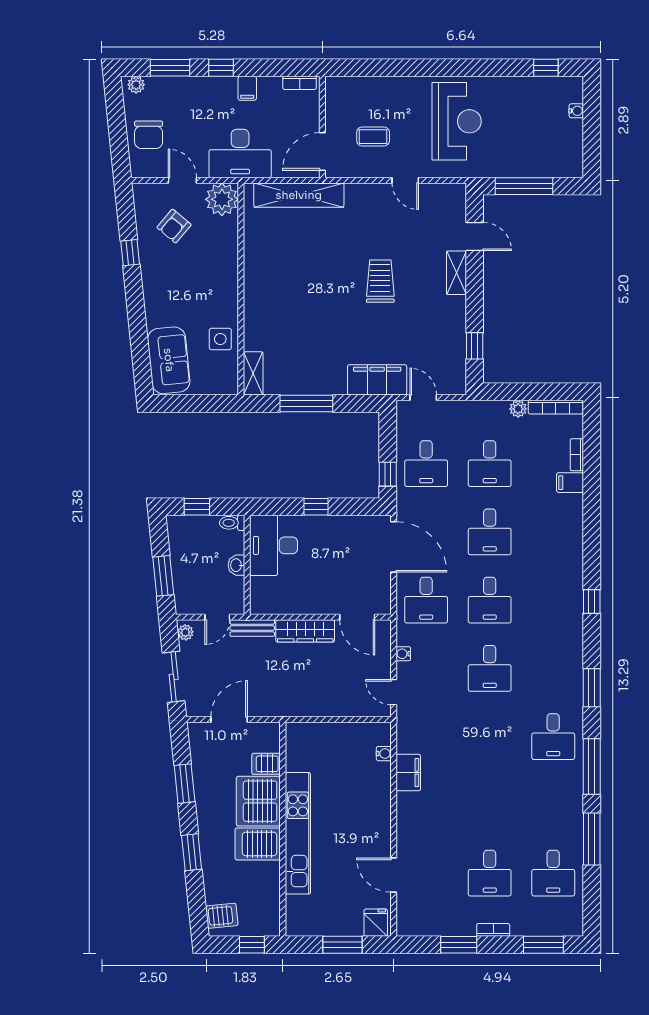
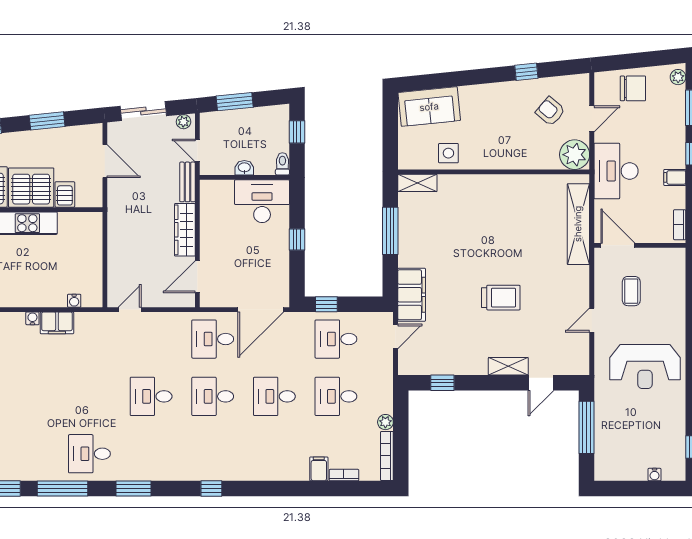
chair: (149, 135) -> (633, 88), turned 180
water cooler: (403, 654) -> (32, 318), moved

